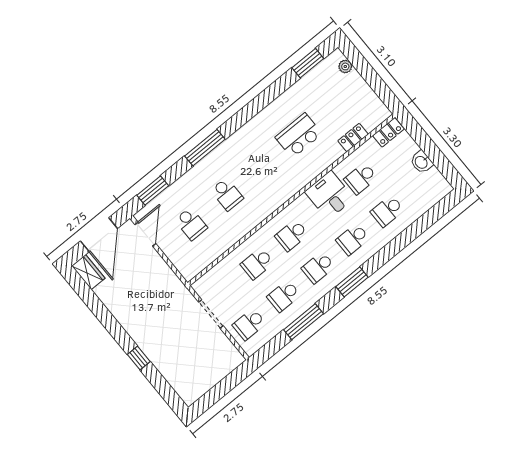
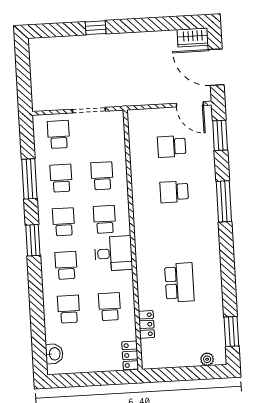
washbasin: (422, 162) -> (54, 354), moved, turned 90
desk: (329, 195) -> (113, 253), moved

